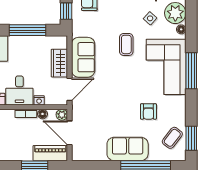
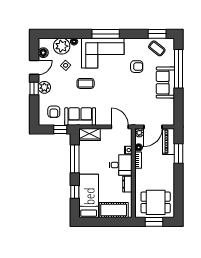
sofa: (83, 57) -> (80, 116), moved
wardrobe: (59, 63) -> (89, 135), moved

